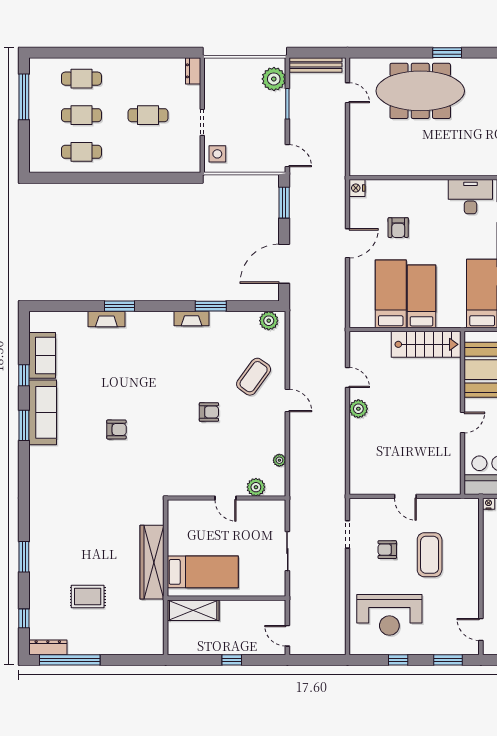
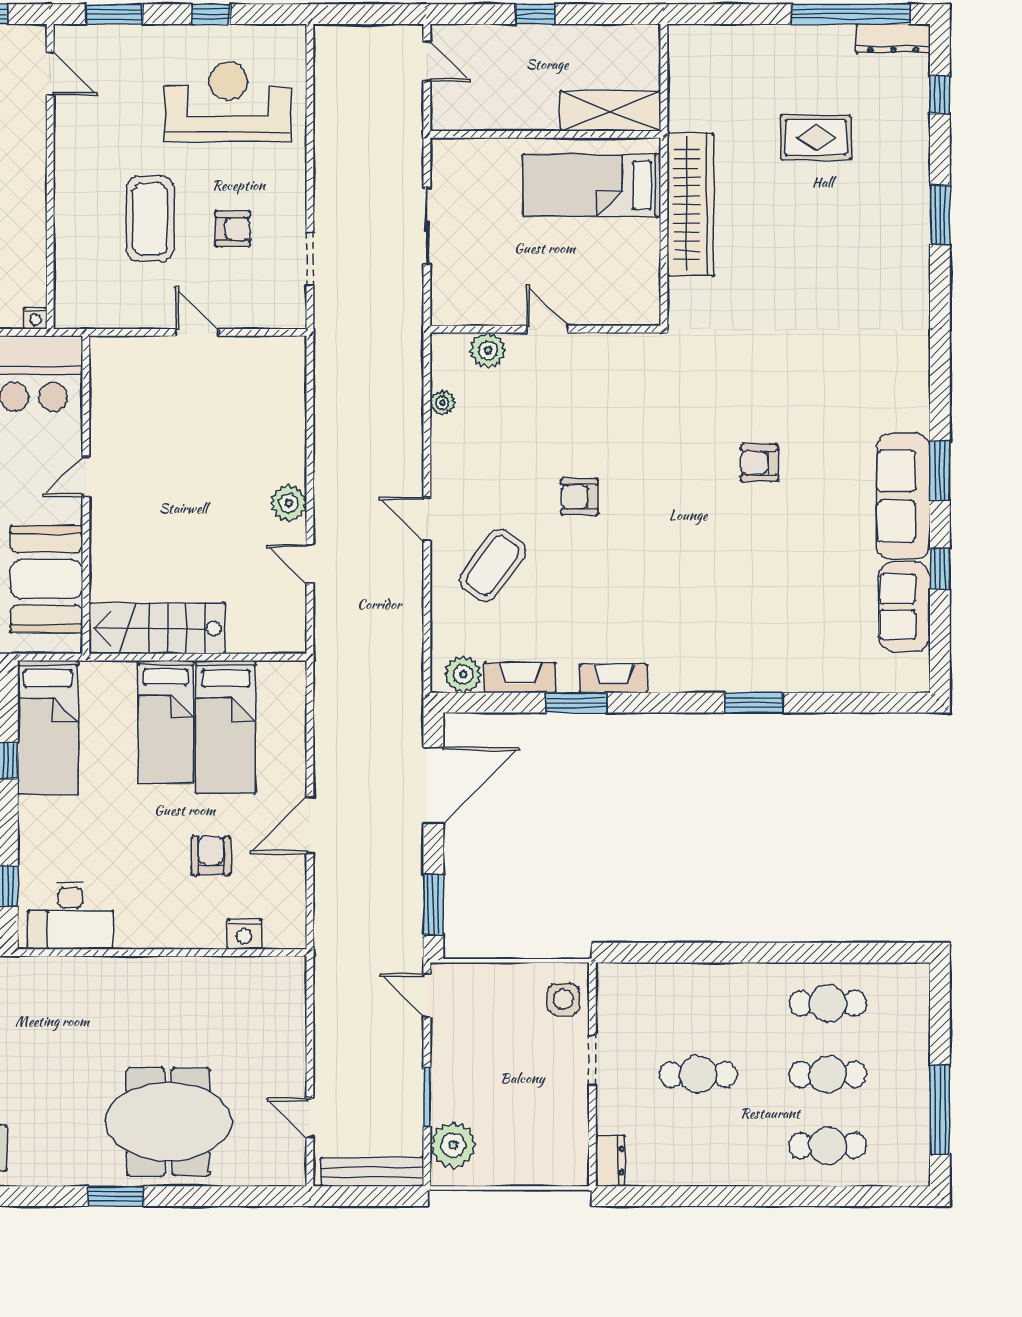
meeting table: (420, 91) -> (168, 1122), width x0.73
nightstand: (357, 188) -> (244, 934), moved, turned 90
fireplace: (106, 319) -> (520, 678), moved

